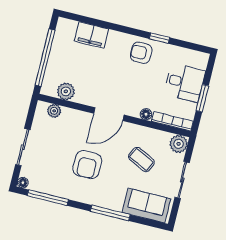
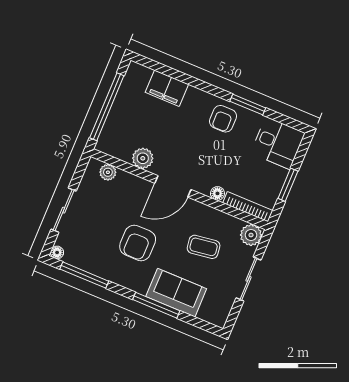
window: (159, 38) -> (248, 105), width x1.50
armchair: (141, 53) -> (223, 119), turned -90
desk: (185, 83) -> (278, 143), moved
plant: (66, 91) -> (143, 158), moved
coffee table: (141, 160) -> (204, 247), turned -34
sofa: (146, 206) -> (176, 293), moved

